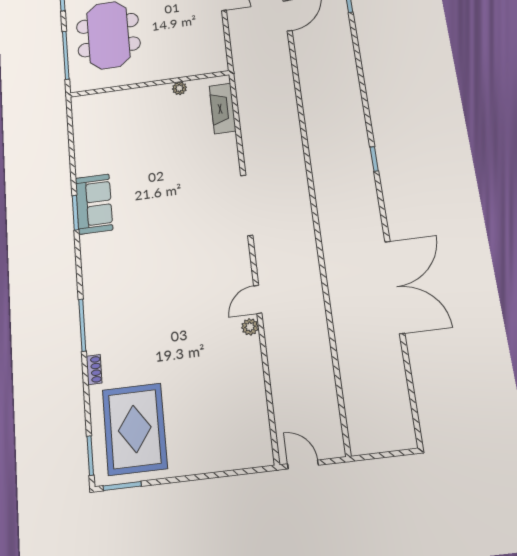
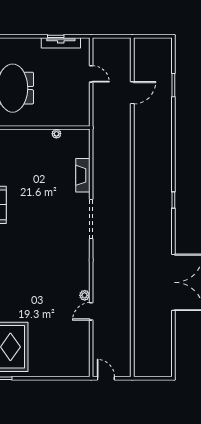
fireplace: (223, 108) -> (83, 175), moved
door: (258, 299) -> (91, 311), moved

